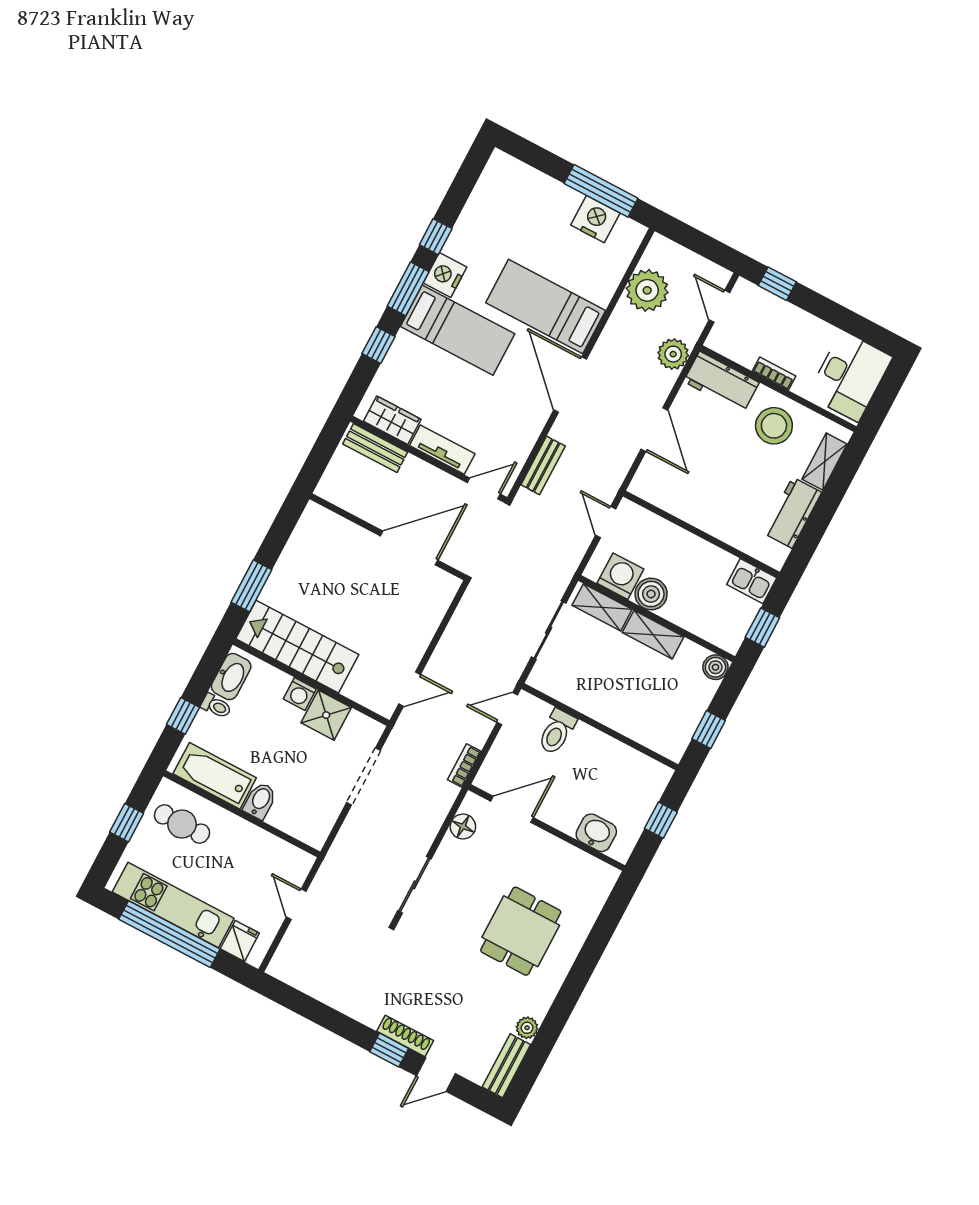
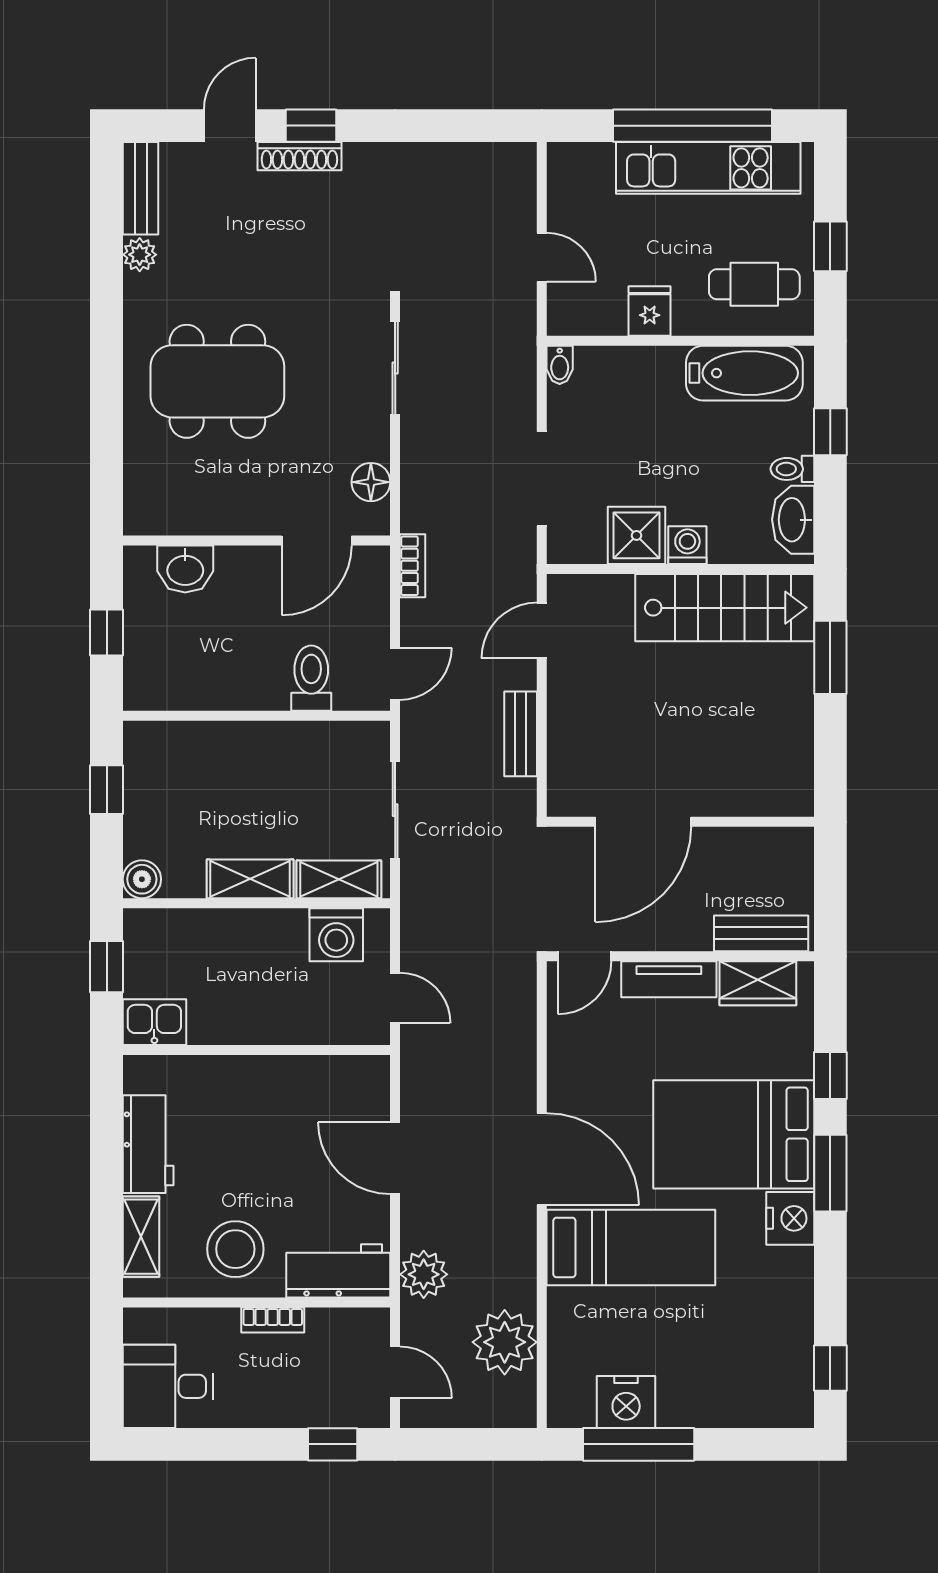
window: (436, 237) -> (830, 1368), moved
bed: (458, 330) -> (734, 1134), width x1.50
desk: (850, 376) -> (168, 1386), width x0.73
bench: (543, 465) -> (521, 734), moved
boiler: (651, 594) -> (282, 933), removed
bidet: (260, 801) -> (560, 365), moved, width x0.72, depth x0.74
dining table: (521, 931) -> (217, 381), width x1.38
fridge: (240, 941) -> (650, 311), moved, turned 180

